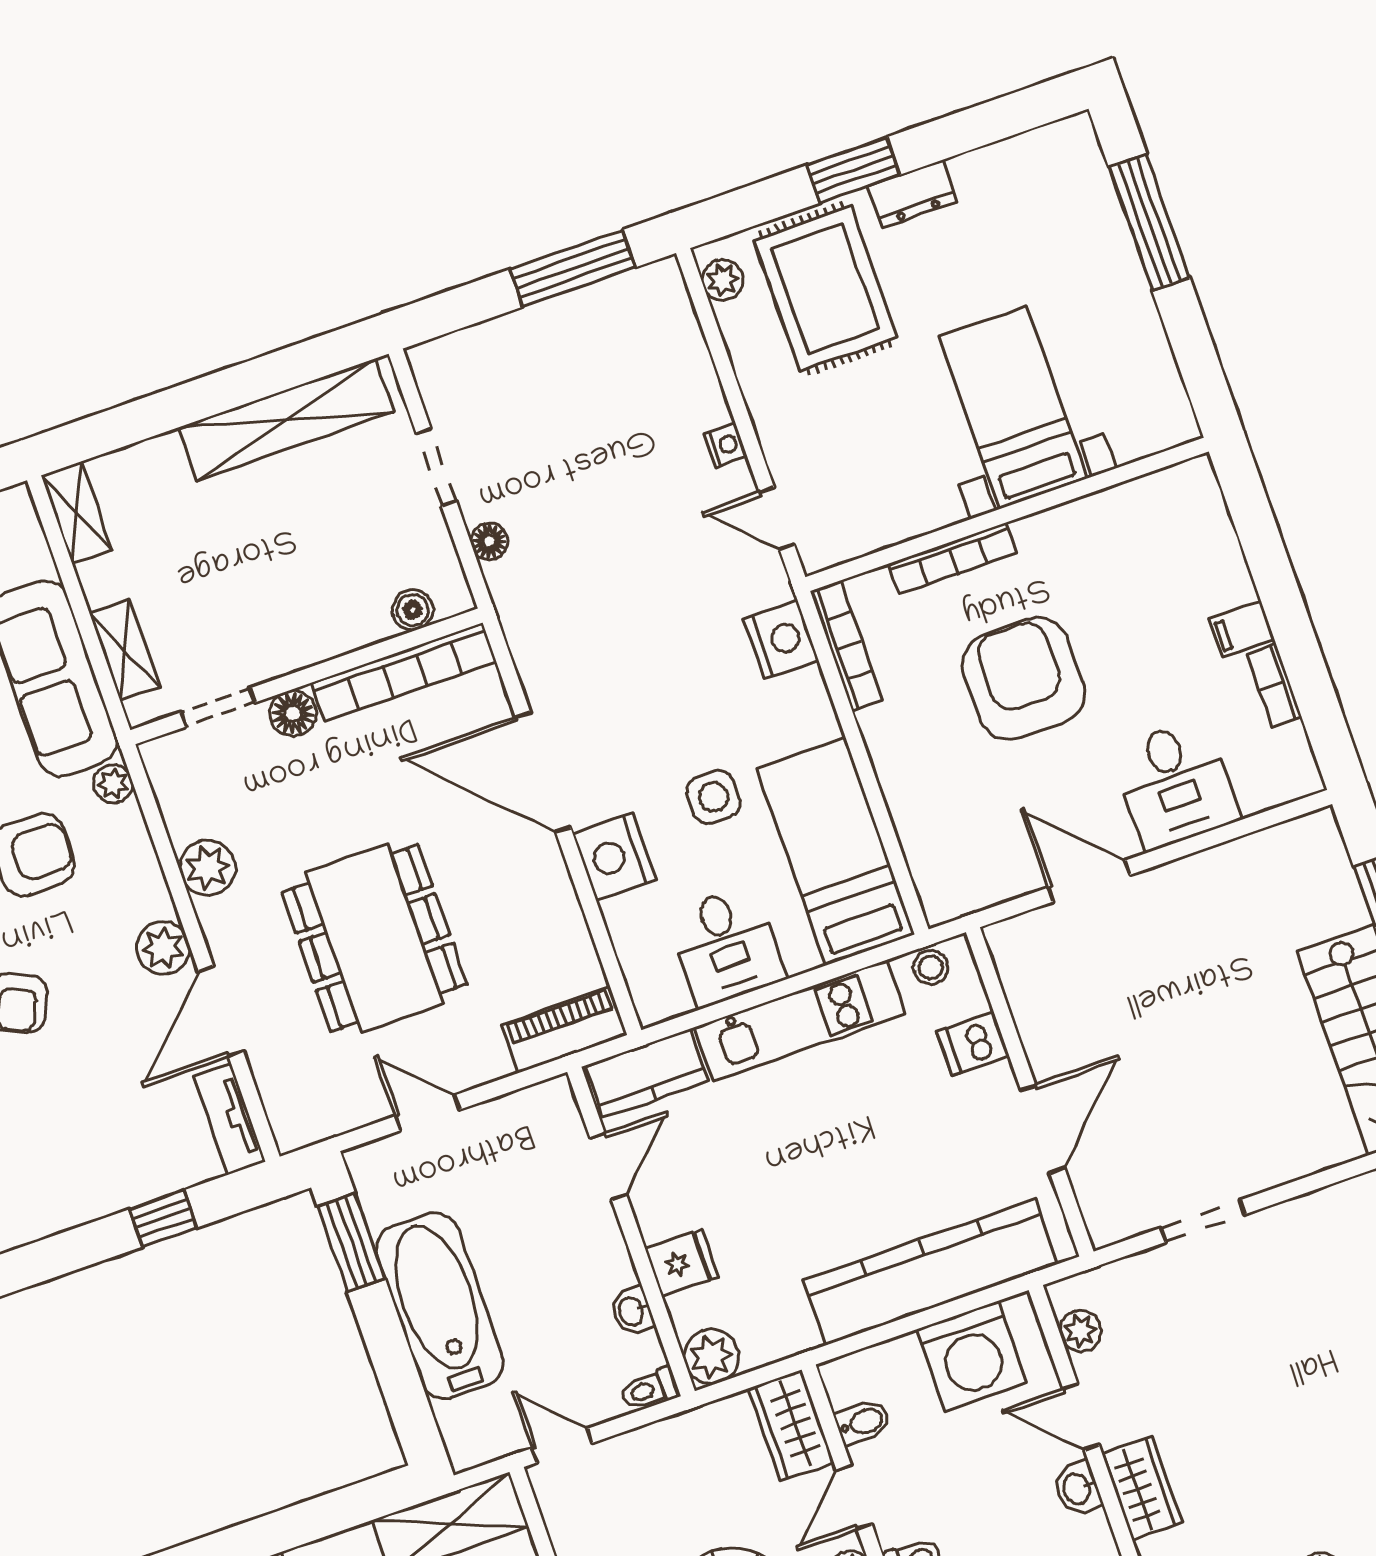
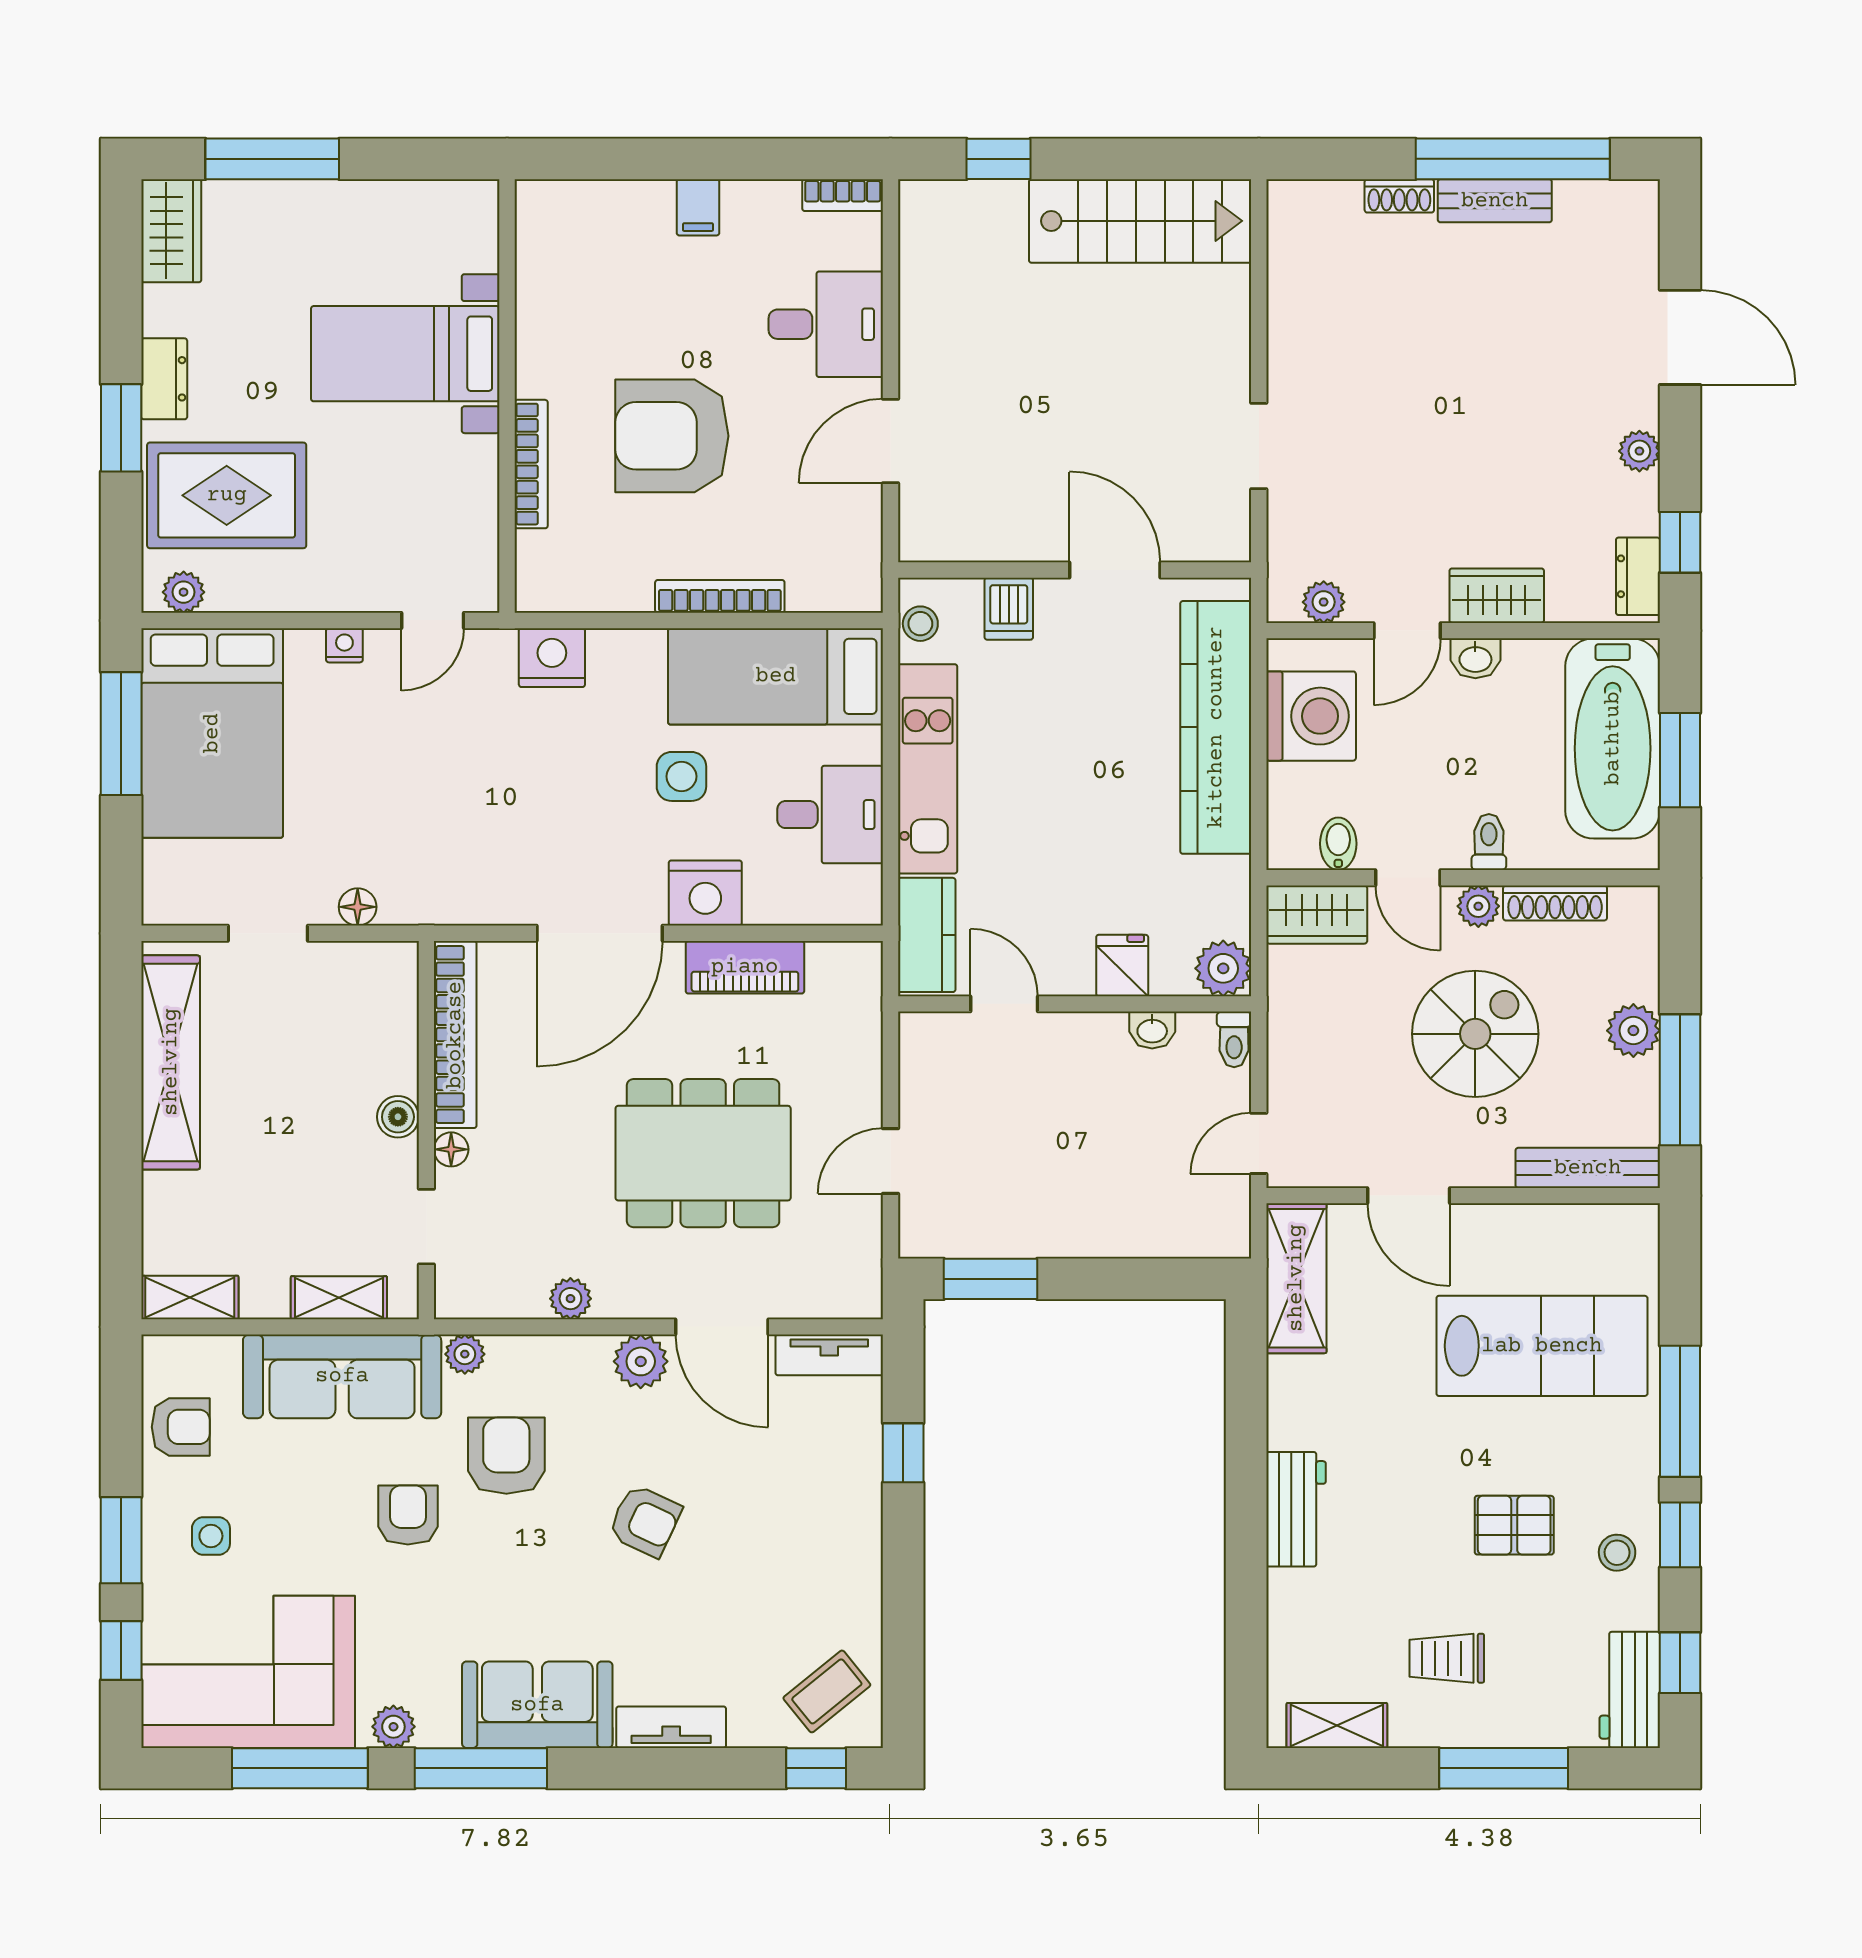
wardrobe: (1051, 153) -> (171, 231), added
bed: (602, 352) -> (212, 733), added
boiler: (413, 610) -> (398, 1117), moved
bookcase: (846, 646) -> (720, 596), moved
bookcase: (1274, 685) -> (843, 195), moved
floor lamp: (293, 713) -> (451, 1149), width x0.73, depth x0.73
plant: (208, 868) -> (570, 1299), width x0.73, depth x0.73
piano: (564, 1030) -> (745, 967), moved, turned -90
bathtub: (440, 1306) -> (1081, 1215), removed

